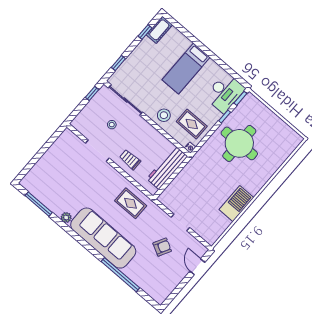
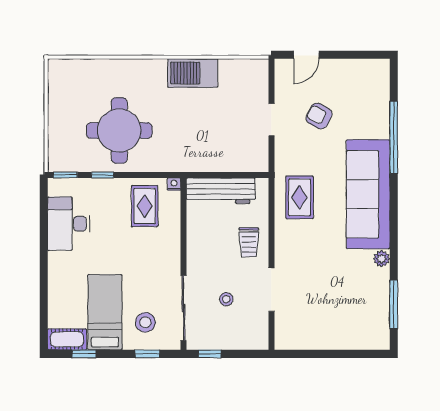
bed: (186, 69) -> (105, 312), moved, turned -90
desk: (225, 93) -> (69, 224), moved, turned -90
stool: (164, 115) -> (145, 322), moved

